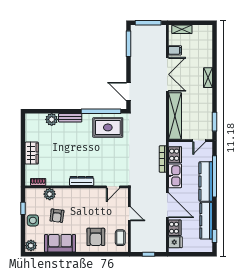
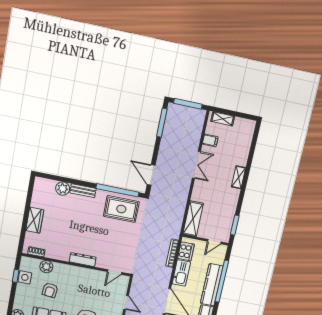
double door: (167, 74) -> (196, 165), width x0.73
shelving: (175, 116) -> (193, 219), width x0.68
side table: (33, 220) -> (25, 277), moved

